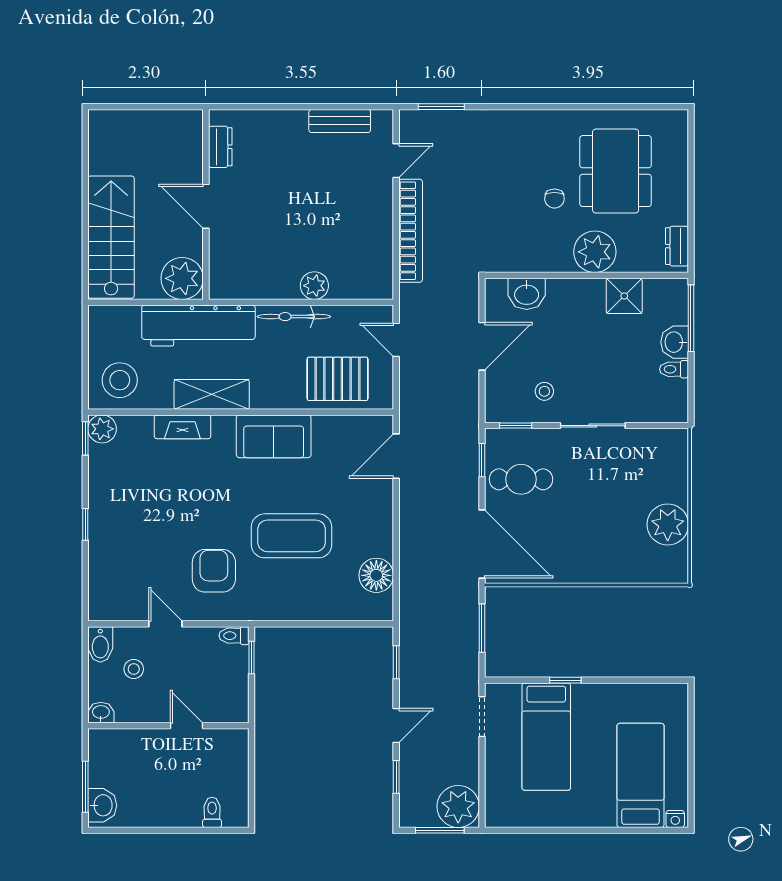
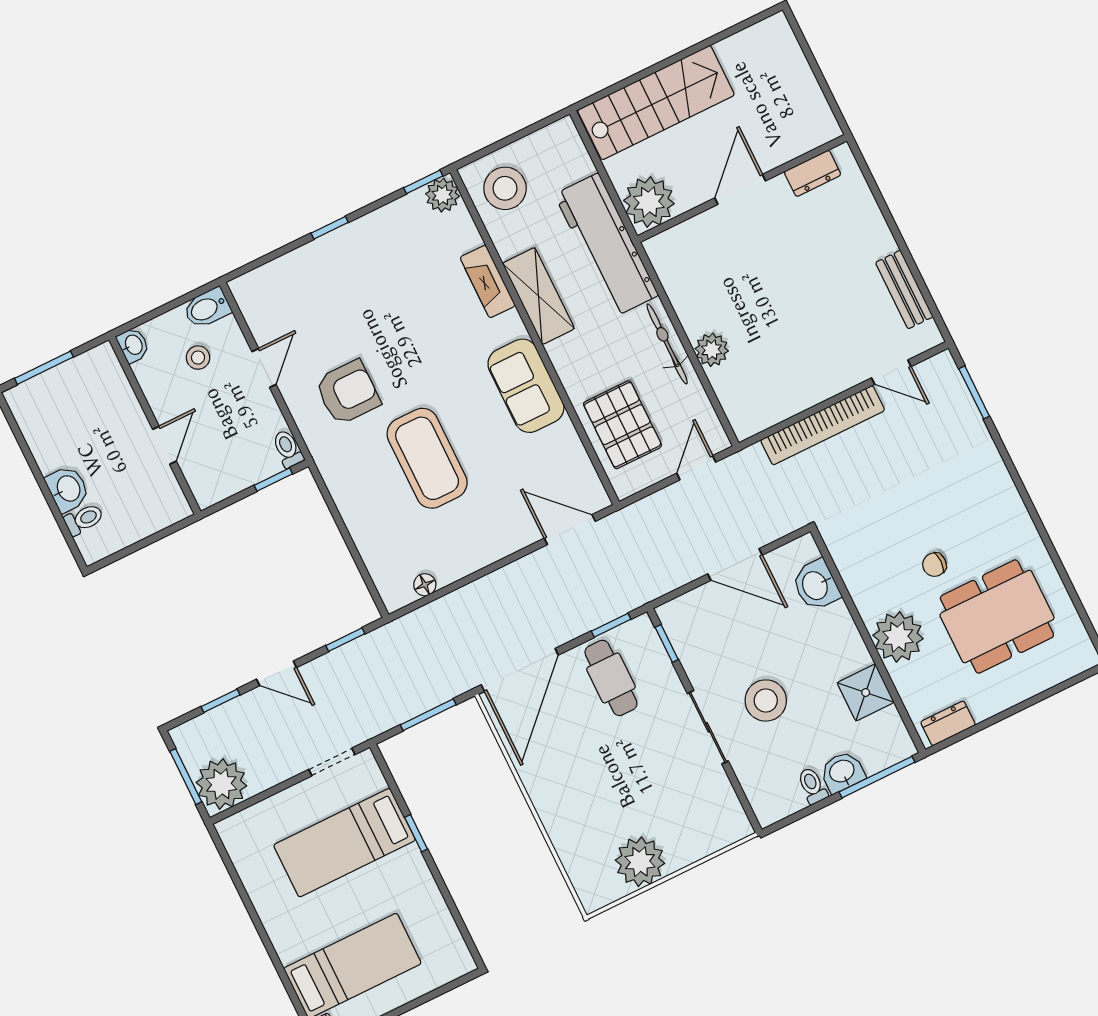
stool: (544, 391) -> (766, 700), moved, width x1.89, depth x1.89
floor lamp: (376, 575) -> (425, 585), width x0.53, depth x0.53
washbasin: (102, 805) -> (68, 489), moved, turned -90

